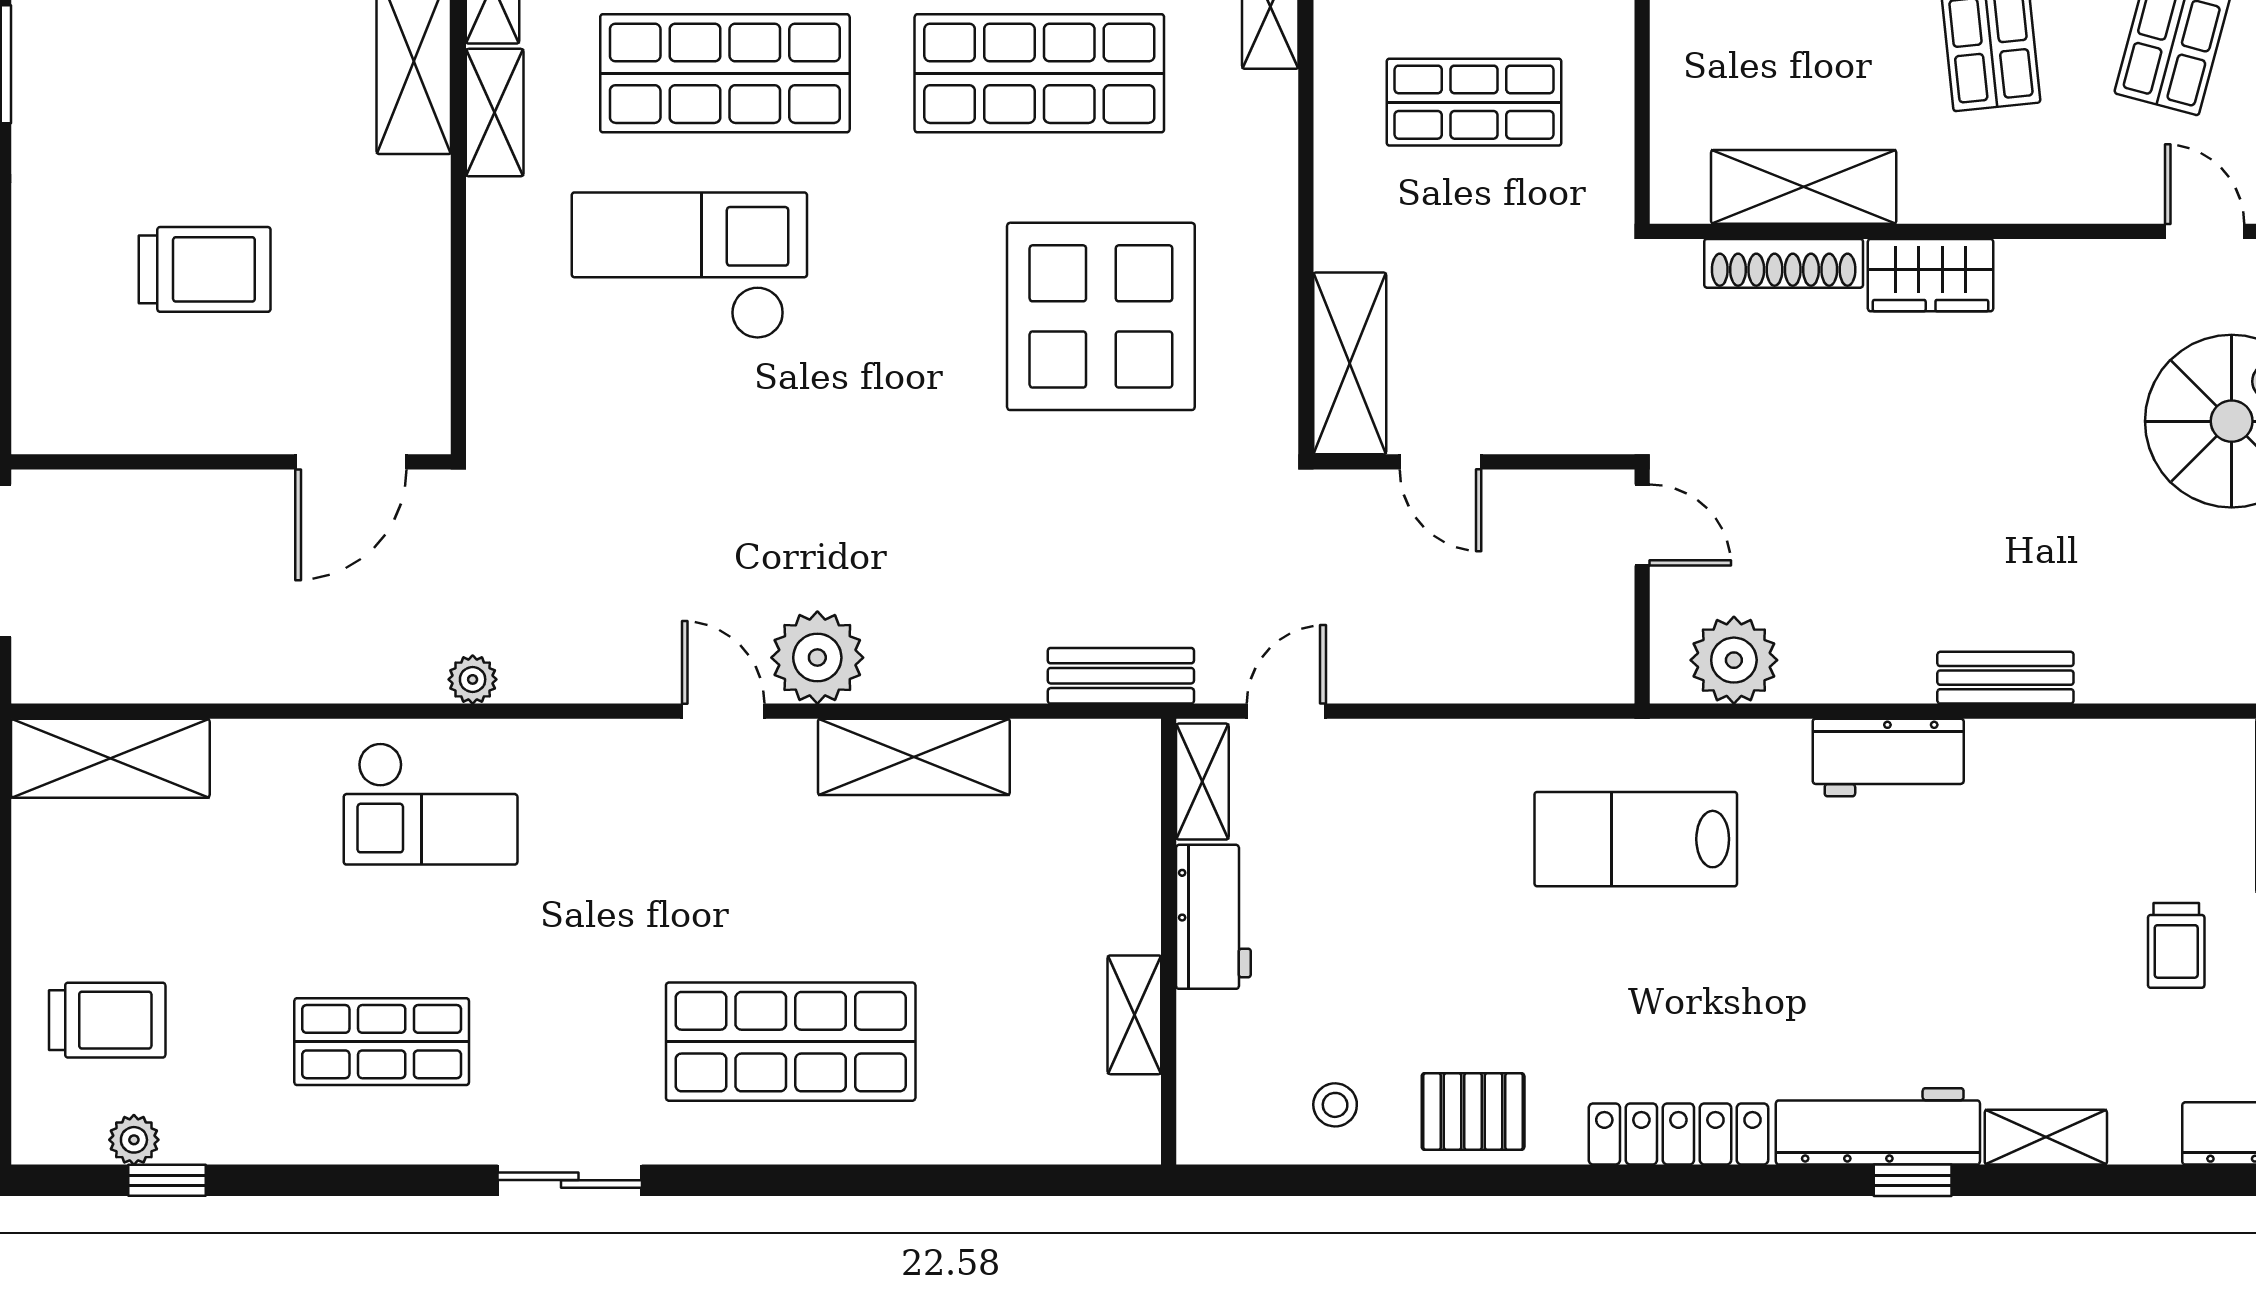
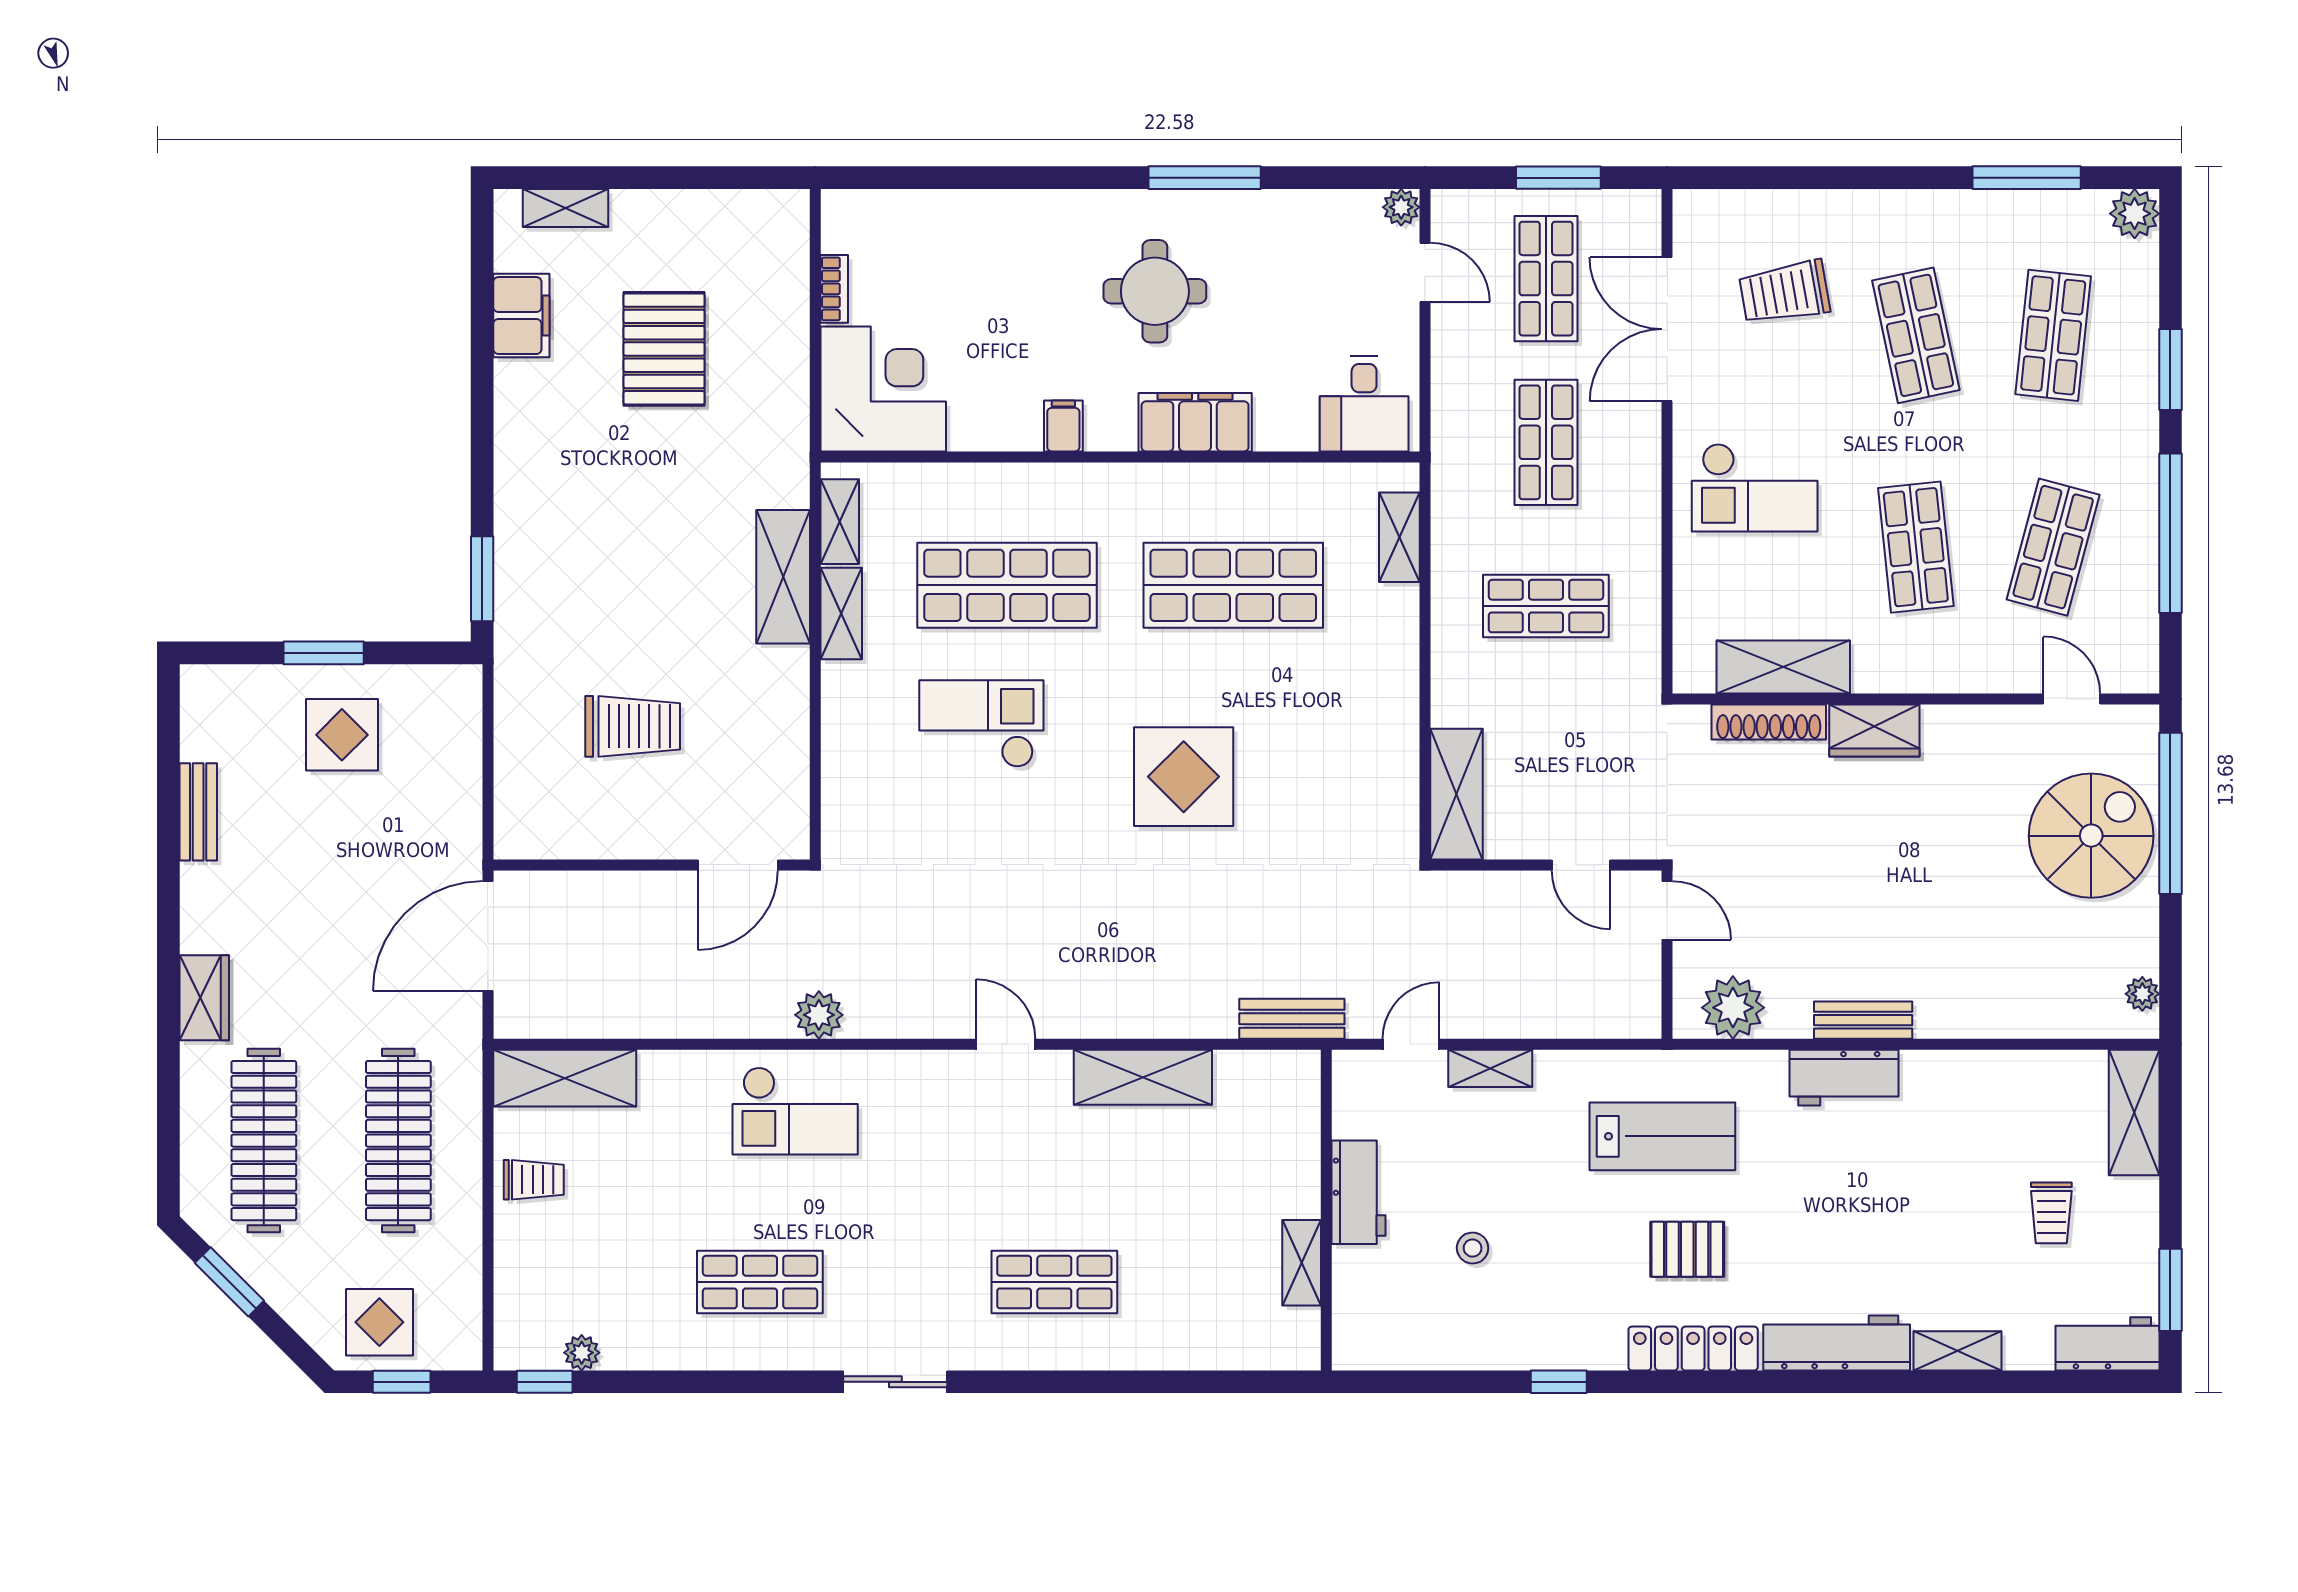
checkout: (689, 266) -> (981, 724), width x0.73, depth x0.83
display table: (1101, 316) -> (1184, 777), moved, width x0.73, depth x0.73
door: (1441, 462) -> (1581, 865), moved
plant: (817, 658) -> (1073, 1006), removed
bench: (2005, 678) -> (1863, 1020), moved
plant: (473, 679) -> (819, 1015), width x1.38, depth x1.38
shelving: (1202, 782) -> (1490, 1068), moved, turned 90
lab bench: (1636, 839) -> (1662, 1136), turned 180
trolley: (107, 1020) -> (534, 1180), moved, width x0.73, depth x0.72
shop shelf: (791, 1042) -> (1054, 1282), width x0.70, depth x0.74
stool: (1335, 1105) -> (1473, 1248), moved
pallet: (1473, 1112) -> (1687, 1249), moved
window: (167, 1180) -> (545, 1382), moved
window: (1913, 1180) -> (1559, 1382), moved

